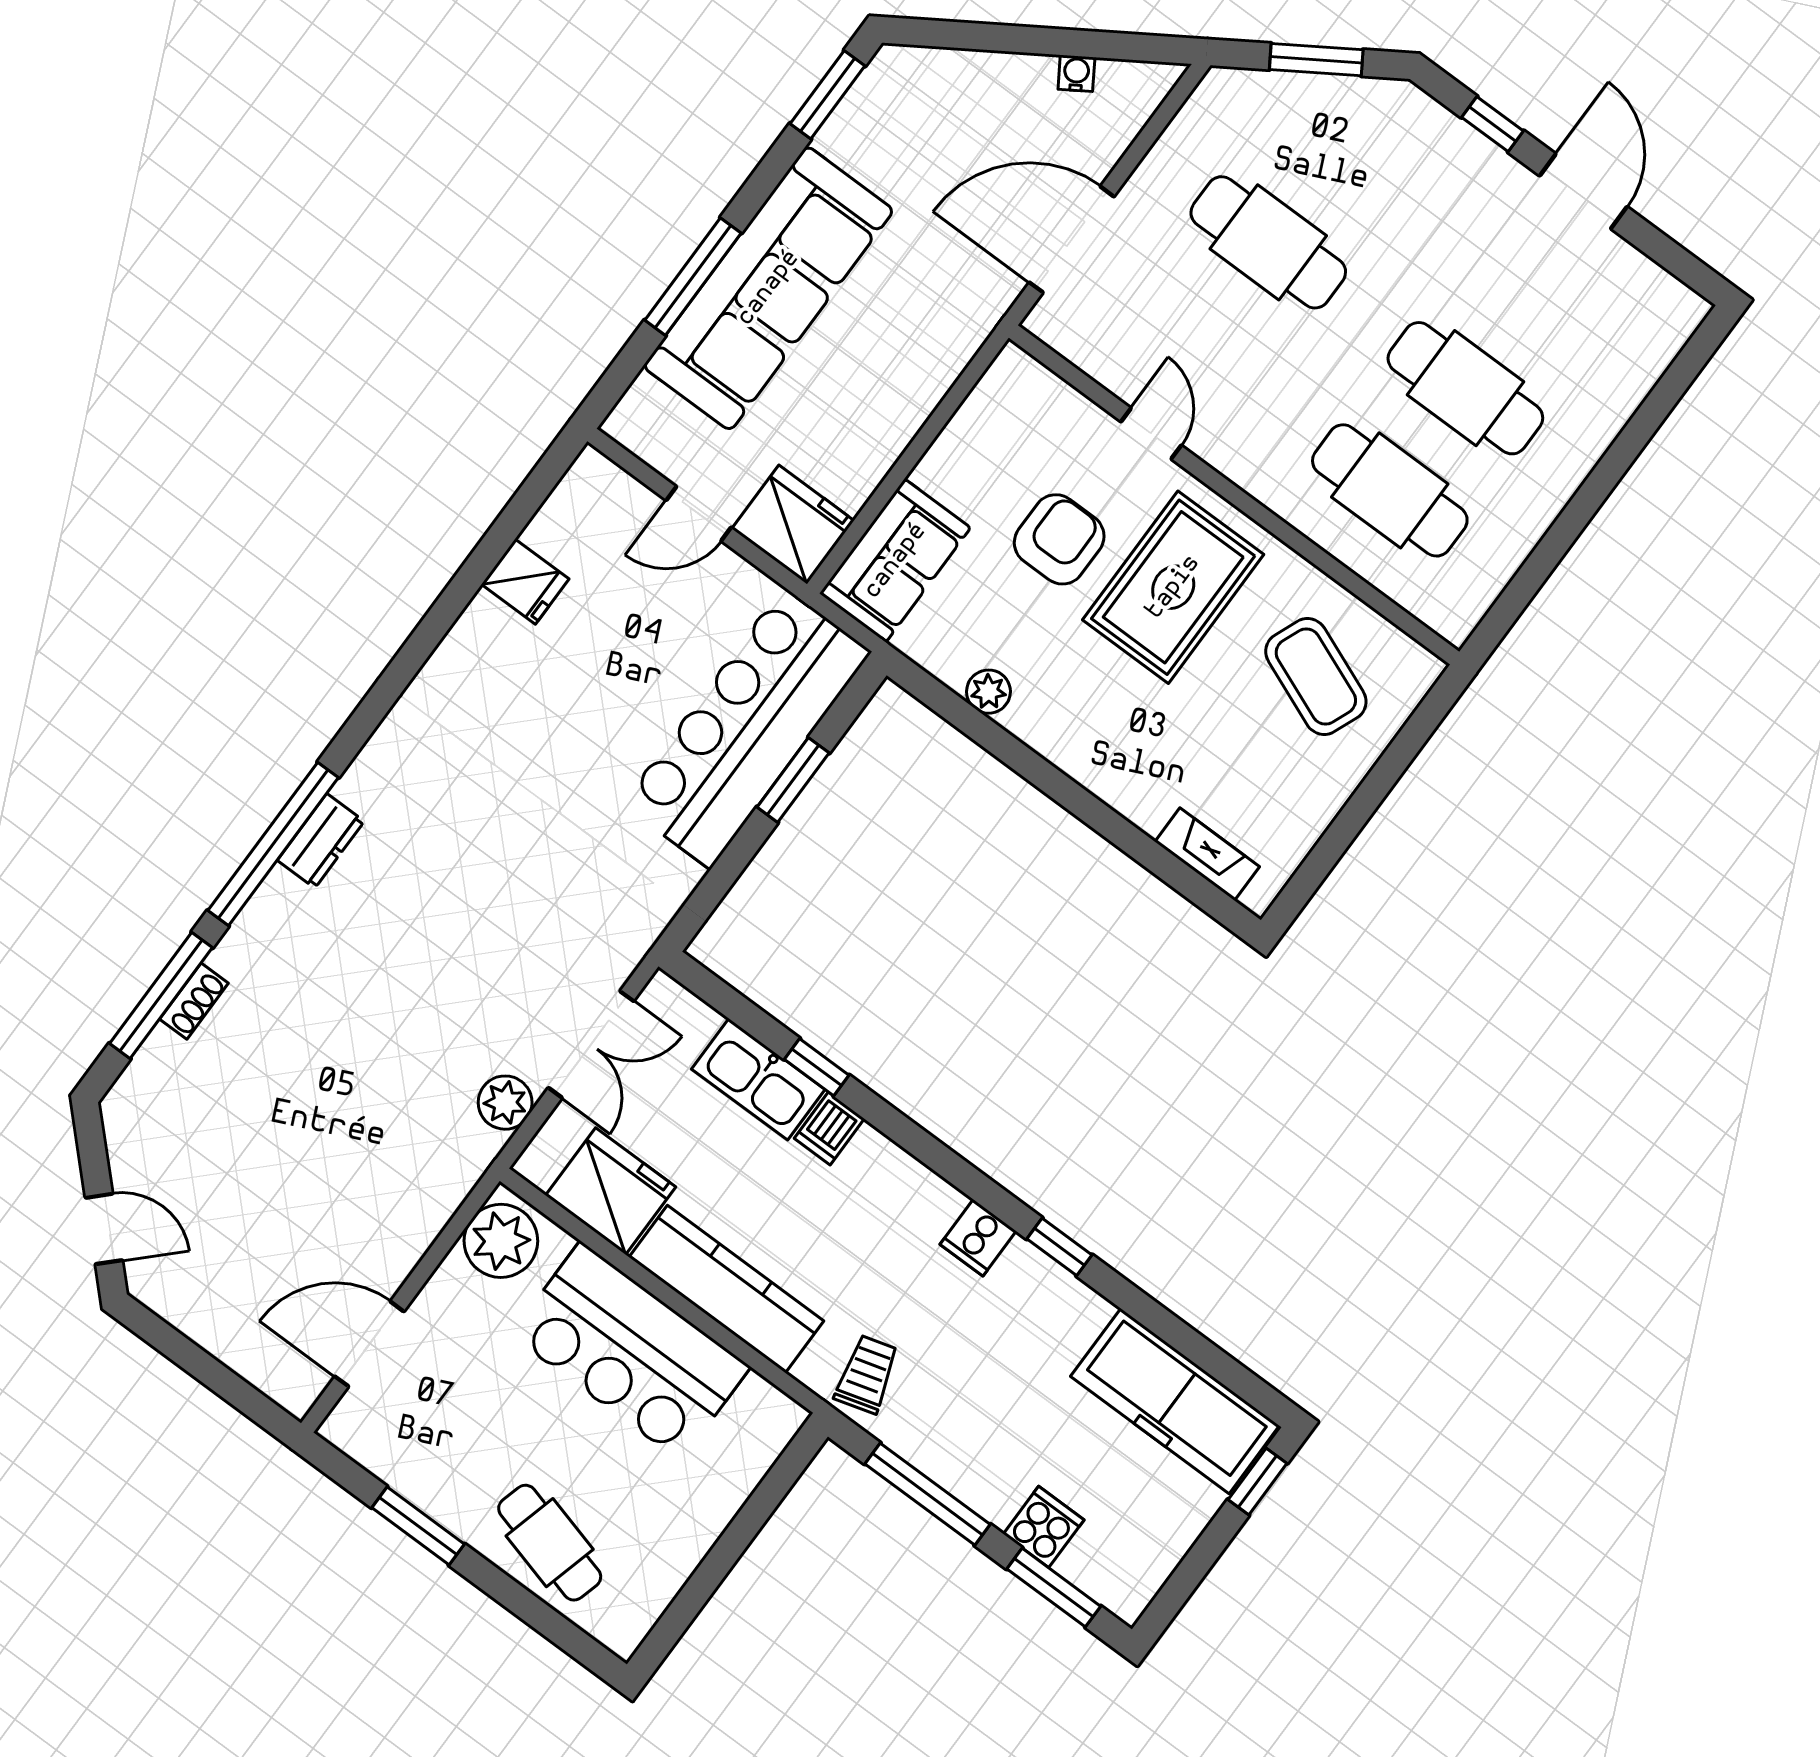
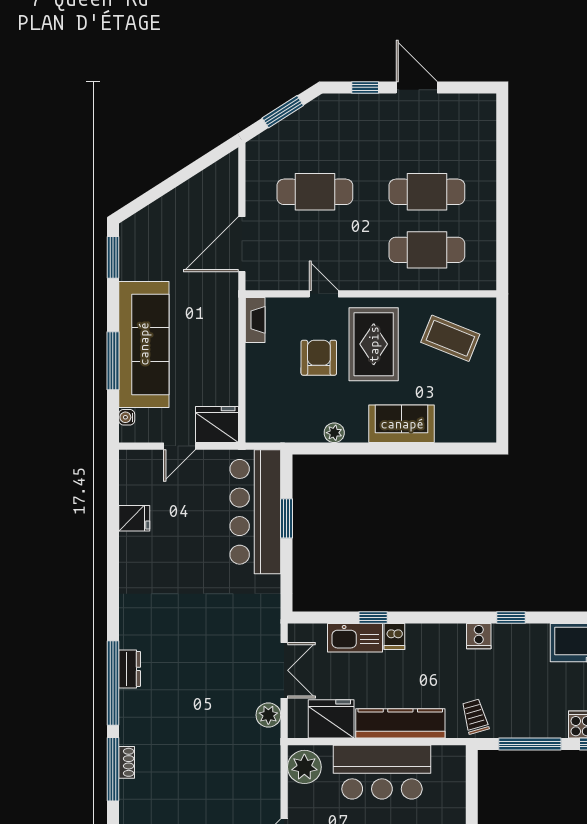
water cooler: (1076, 73) -> (127, 417), moved, turned -57
sofa: (895, 561) -> (402, 424), moved, turned -90
fireplace: (1207, 854) -> (255, 320), moved, turned 90

